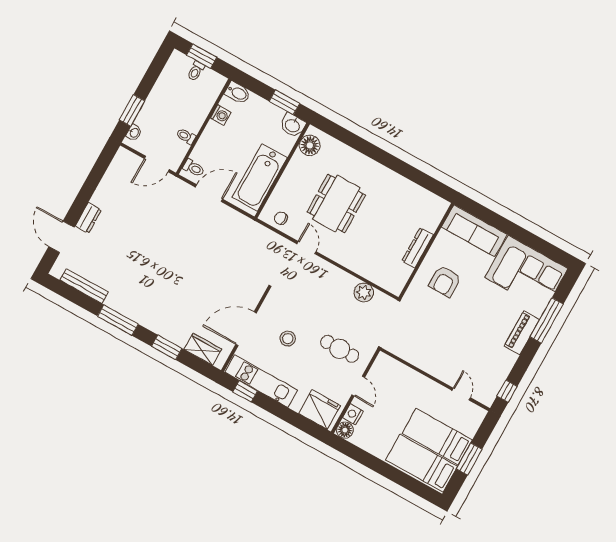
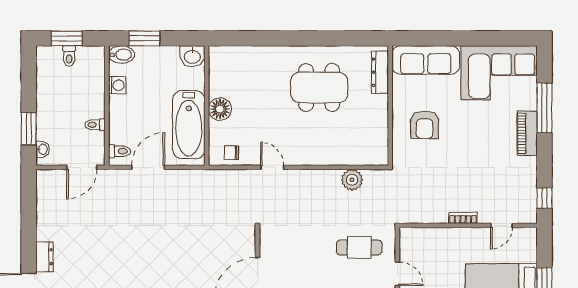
window: (284, 102) -> (144, 38), moved
floor lamp: (310, 145) -> (220, 109), moved
dining table: (336, 204) -> (319, 87), moved, turned 90
dresser: (418, 248) -> (380, 72), moved
stool: (288, 339) -> (303, 266), removed
bookcase: (434, 371) -> (463, 218), added
door: (461, 394) -> (501, 225), swing flipped

